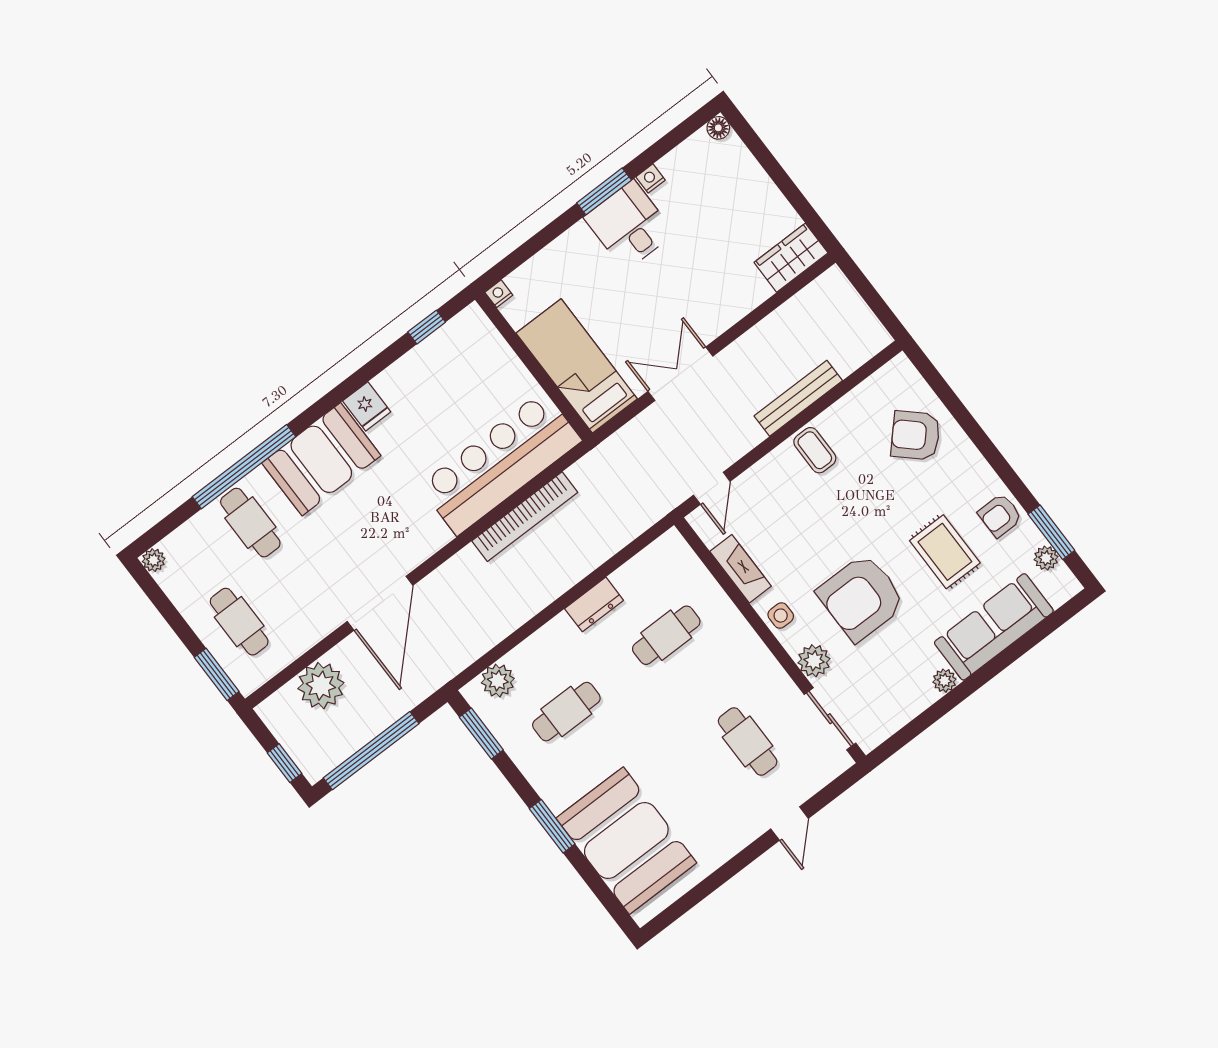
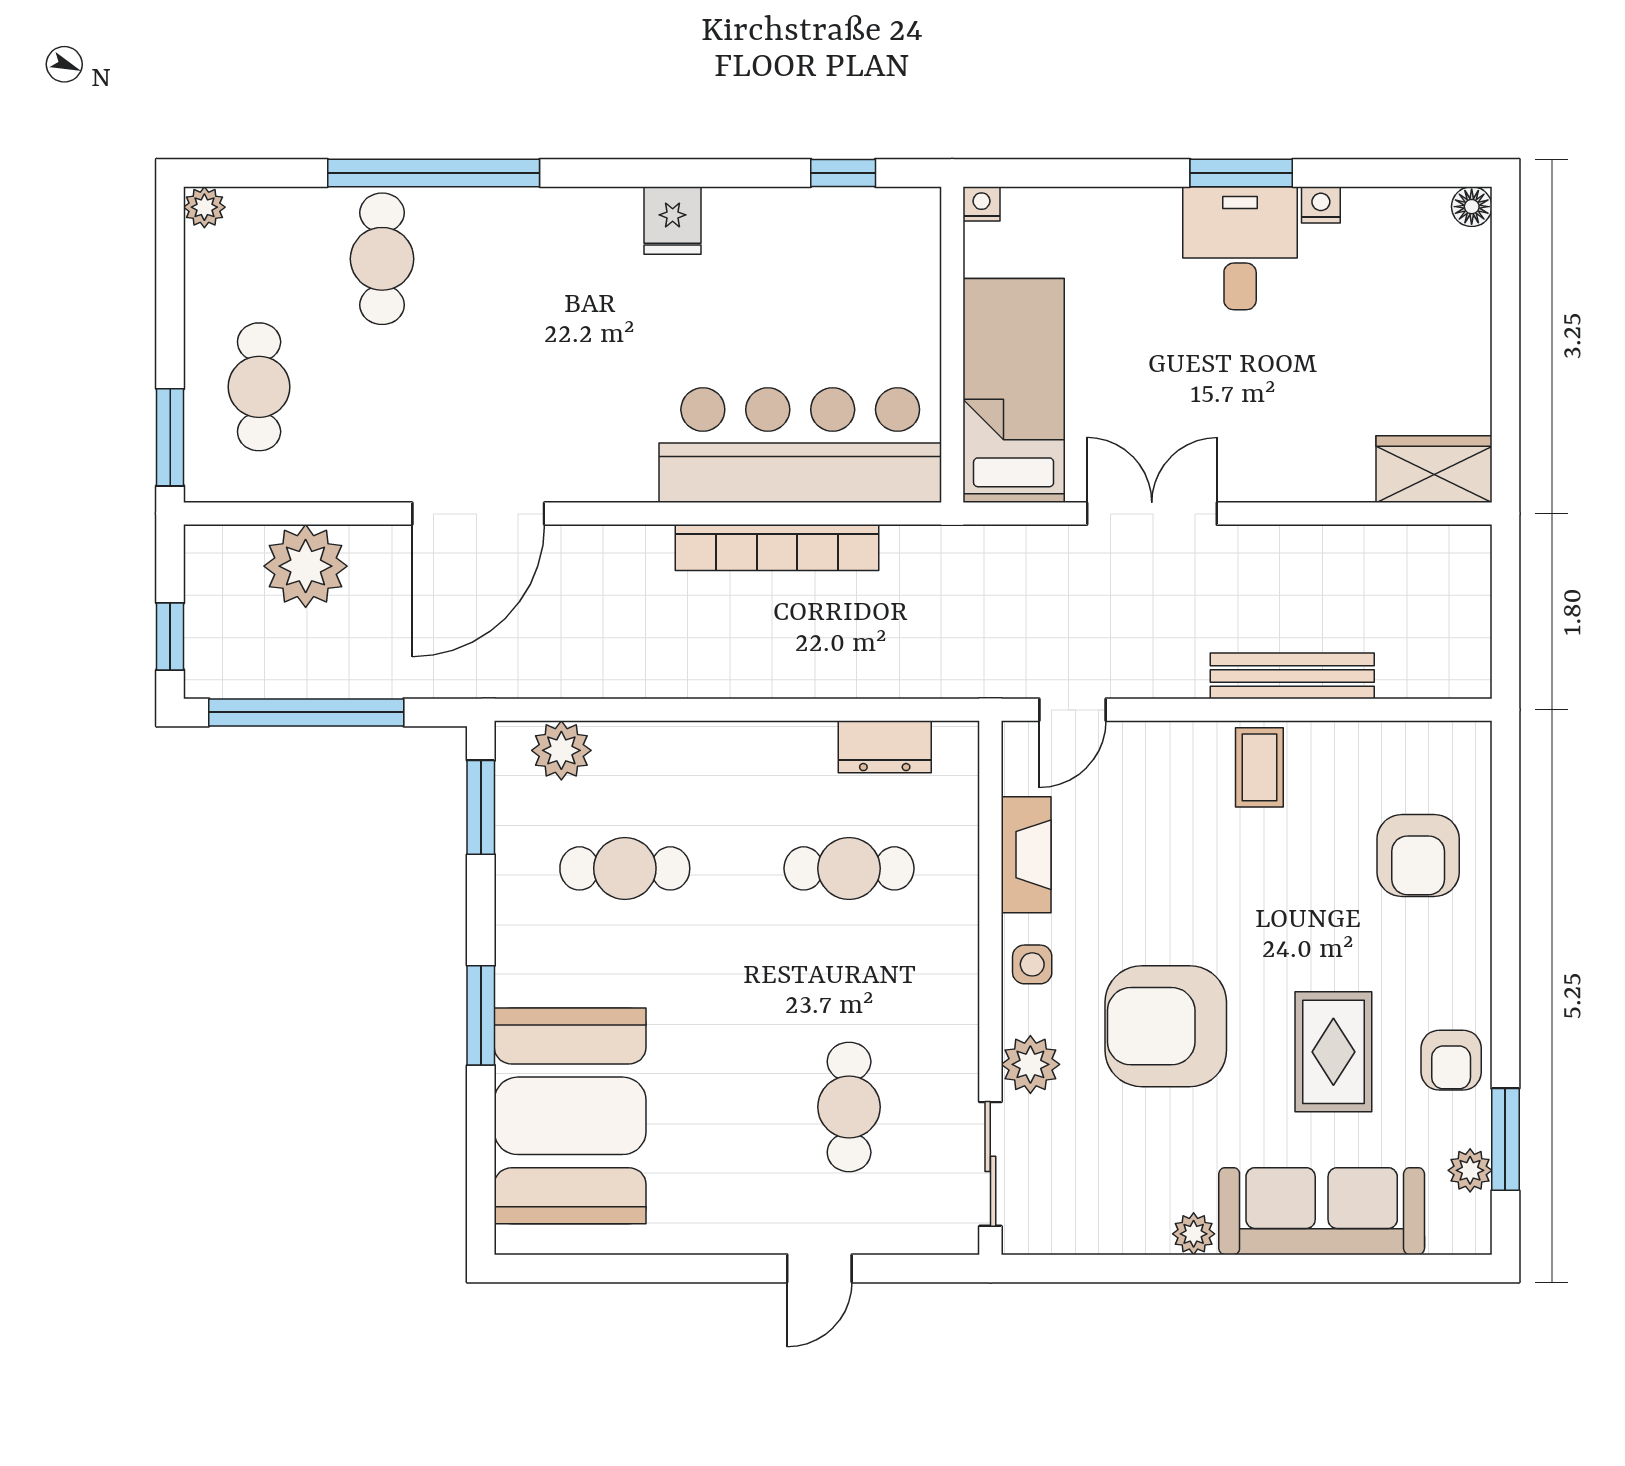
armchair: (916, 435) -> (1418, 855), turned -133
booth: (321, 459) -> (551, 246), removed
armchair: (1000, 515) -> (1451, 1060), turned -90
dresser: (594, 604) -> (885, 747), moved

